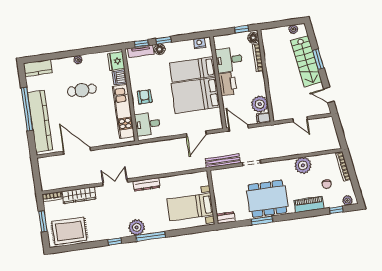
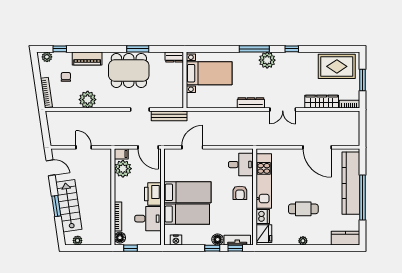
bed: (196, 95) -> (187, 192), width x0.67

